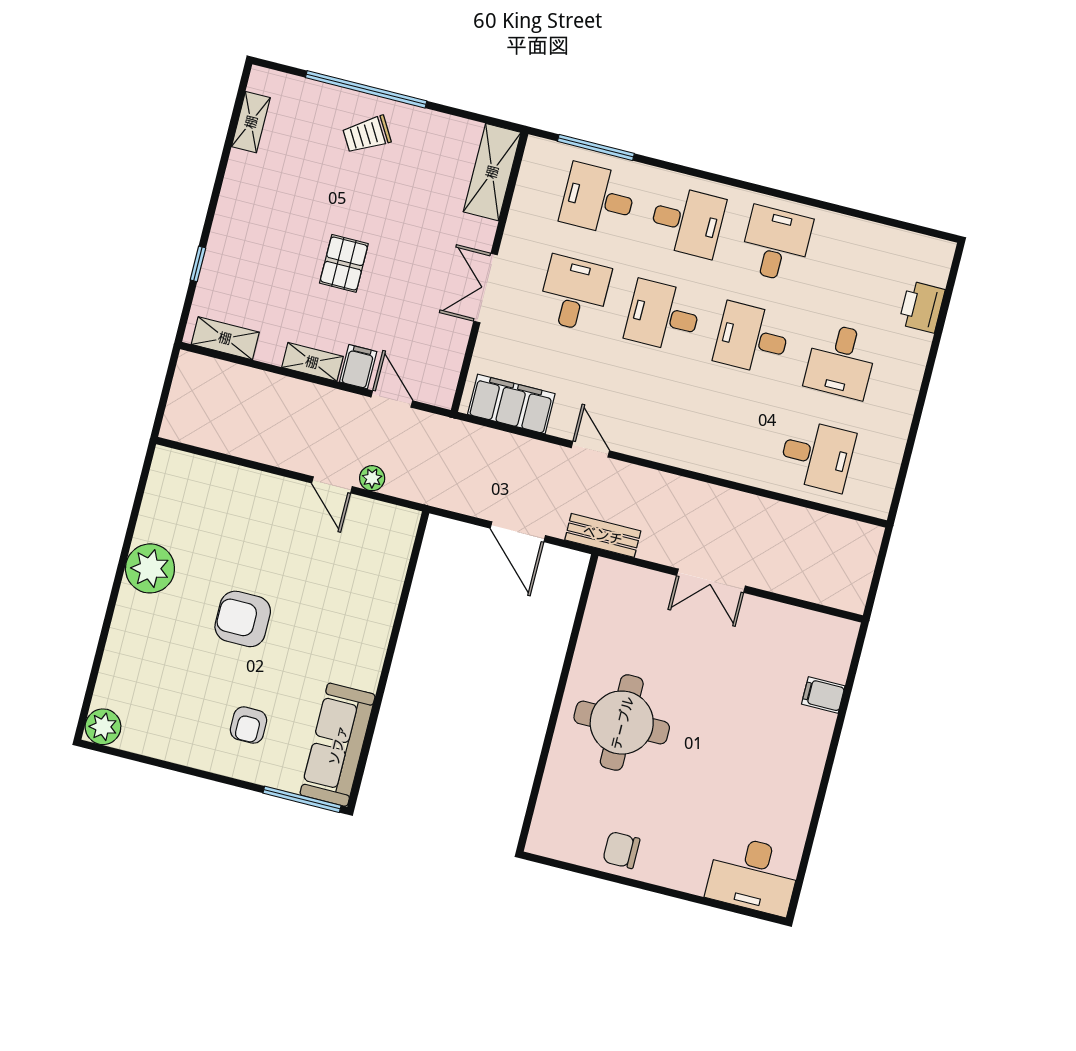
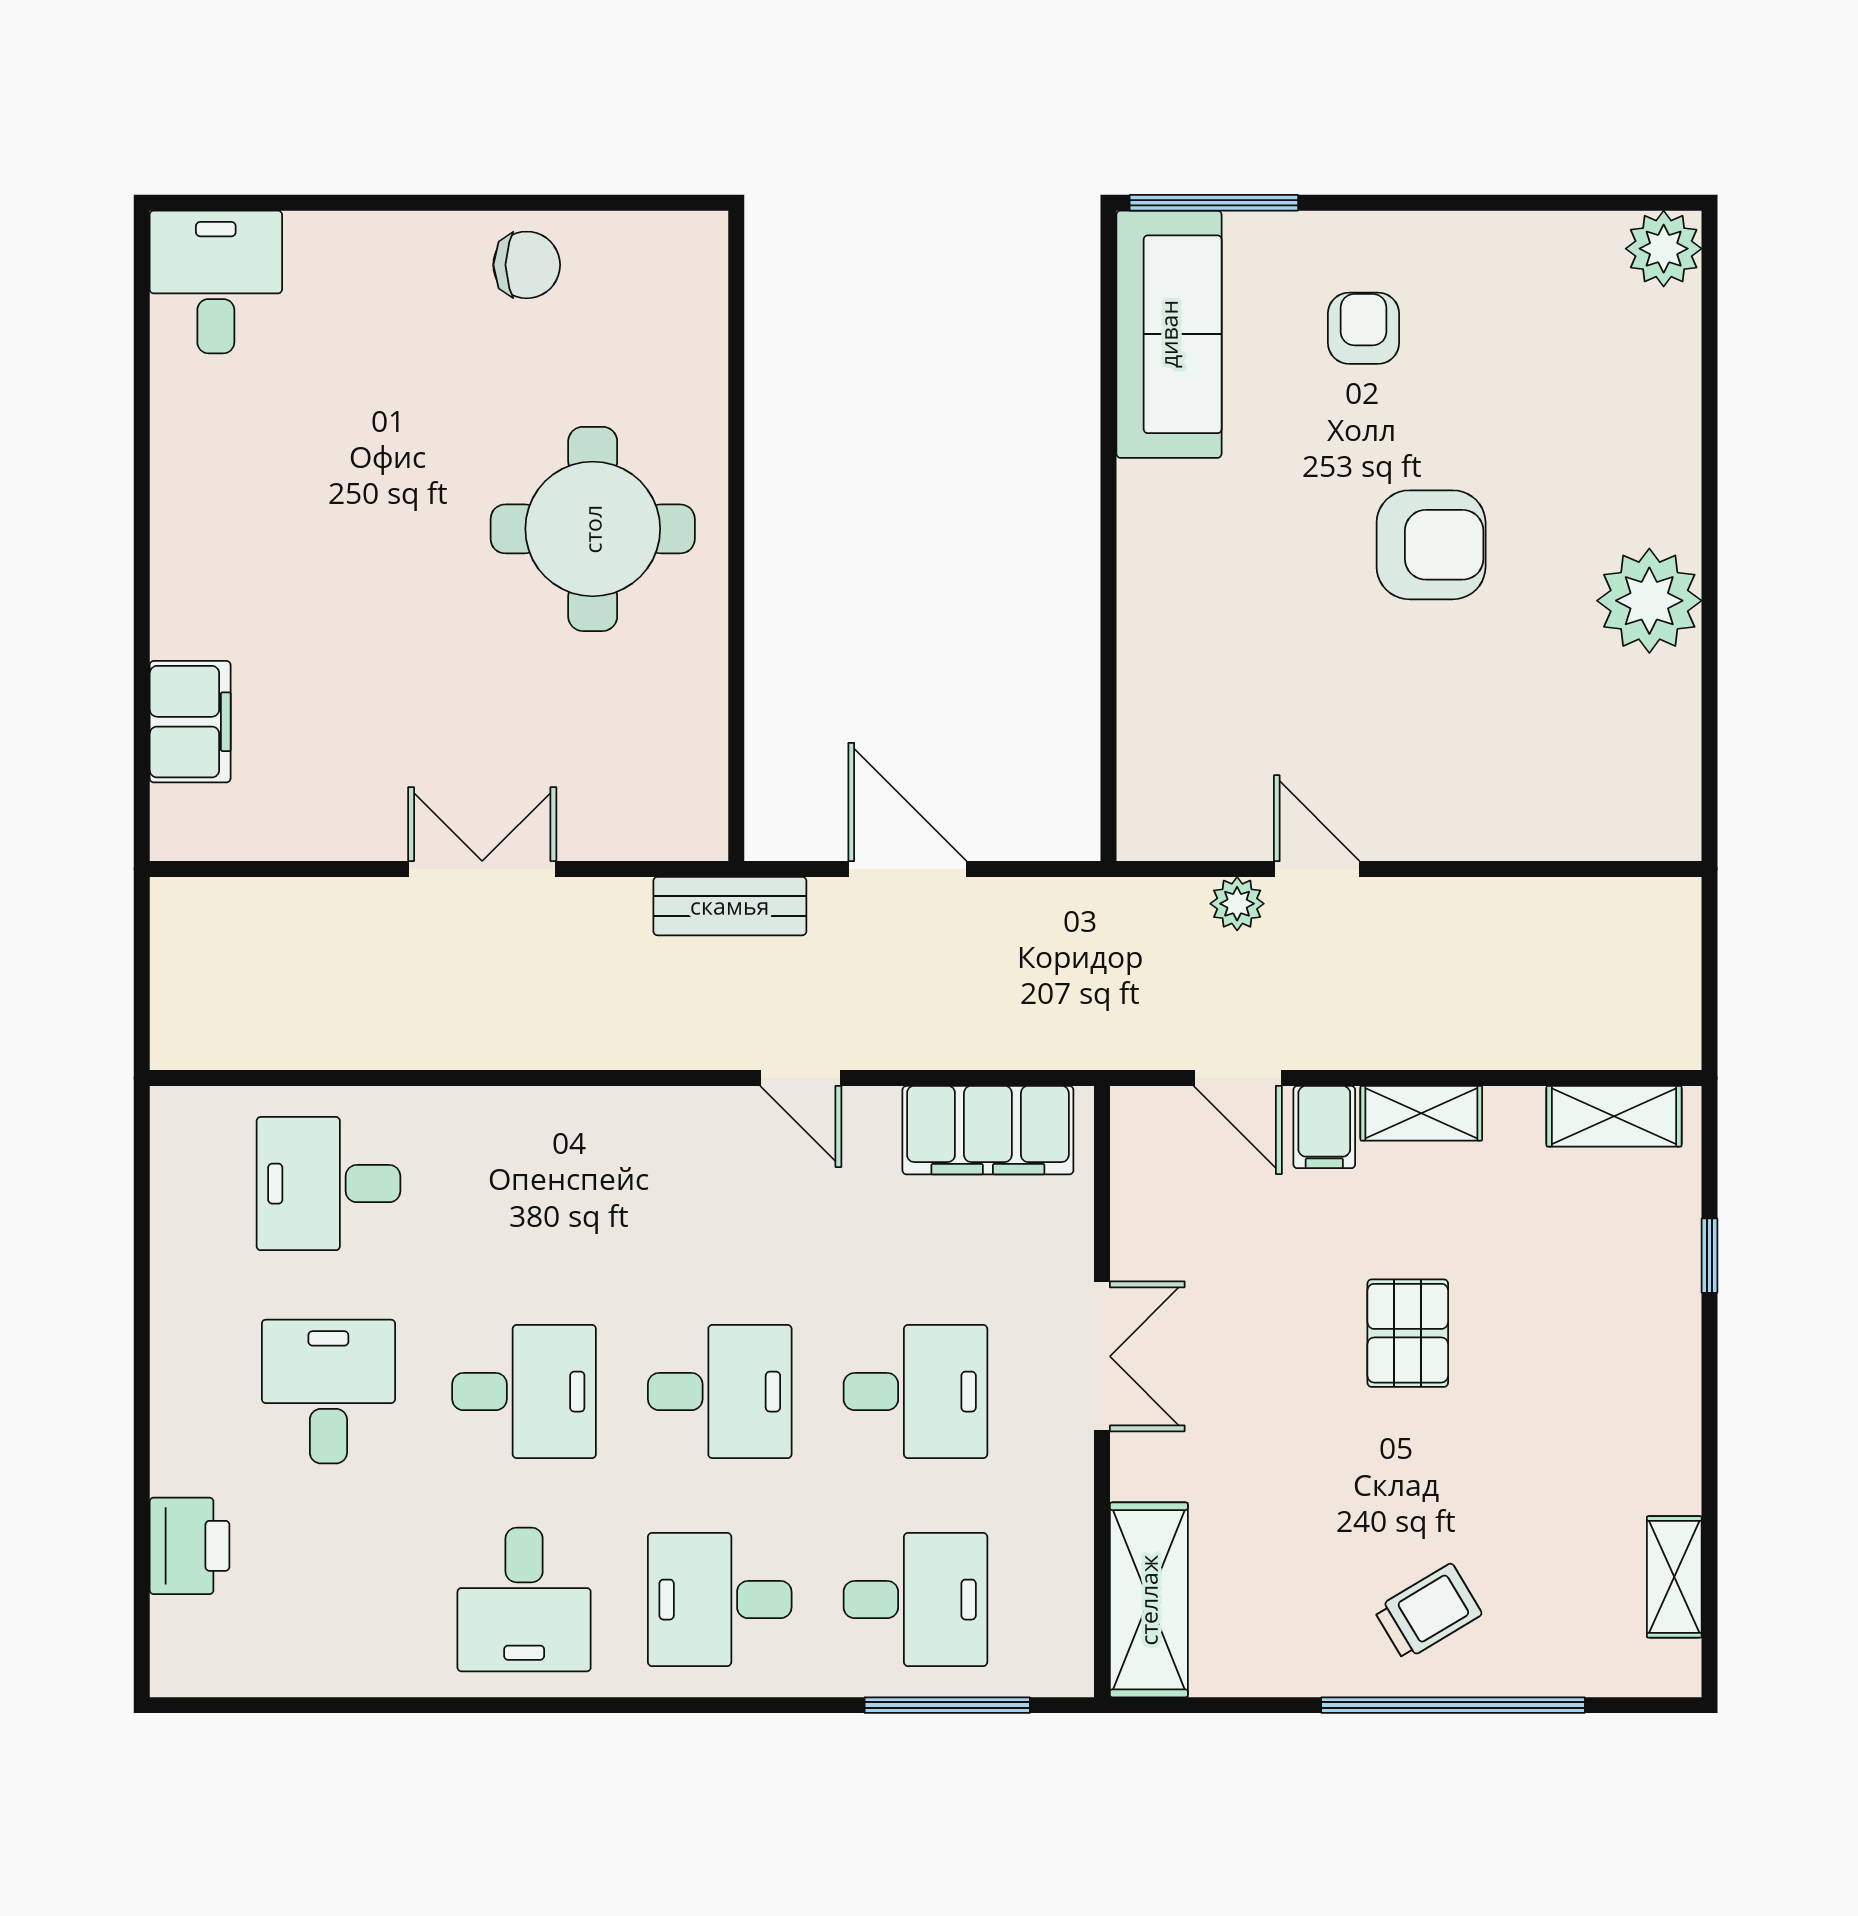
desk: (574, 294) -> (915, 1392), turned -90
filing cabinet: (823, 695) -> (190, 722), width x2.00
desk: (753, 875) -> (216, 282), width x0.73

